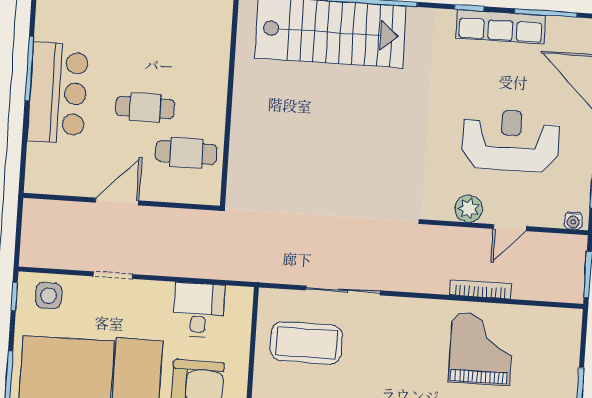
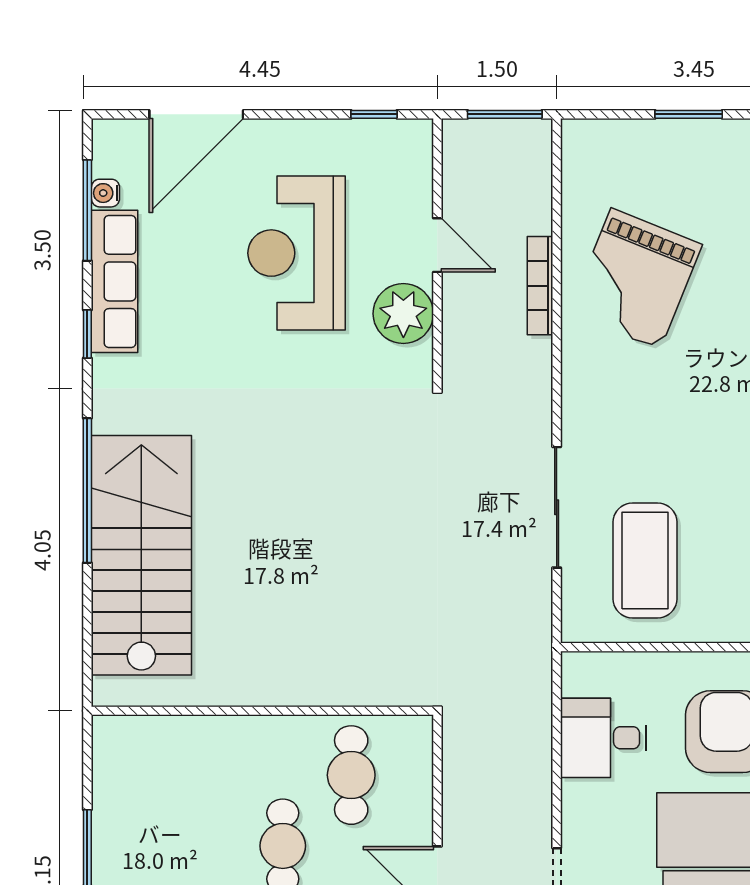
plant: (469, 209) -> (403, 314), width x1.36, depth x1.36
water cooler: (573, 221) -> (105, 193), moved, turned 180
grand piano: (481, 349) -> (636, 279), turned -68

